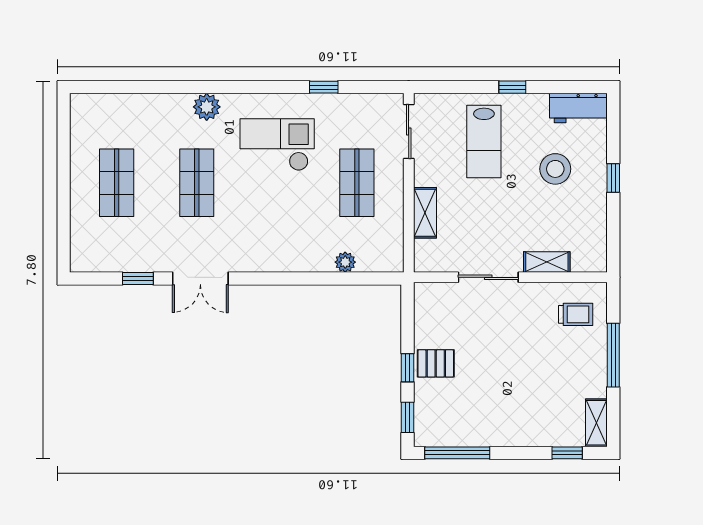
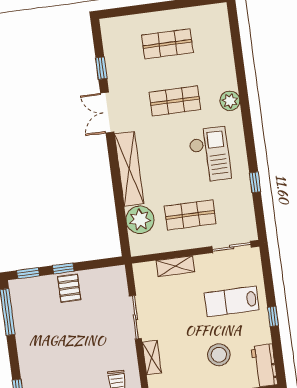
shelving: (282, 259) -> (129, 169), added
plant: (345, 262) -> (140, 220), width x1.87, depth x1.87

